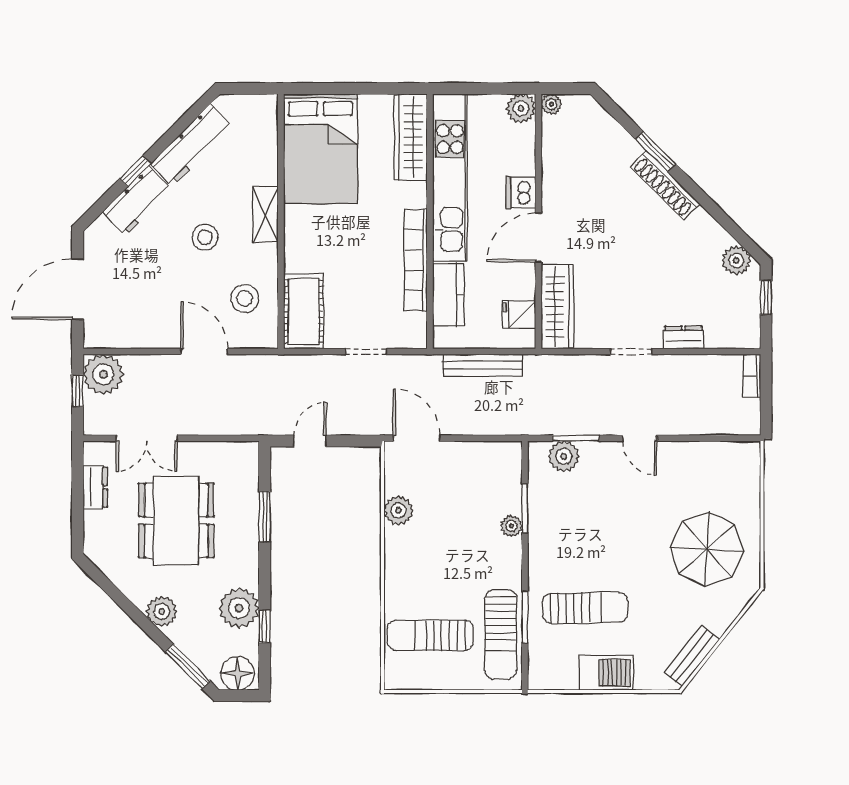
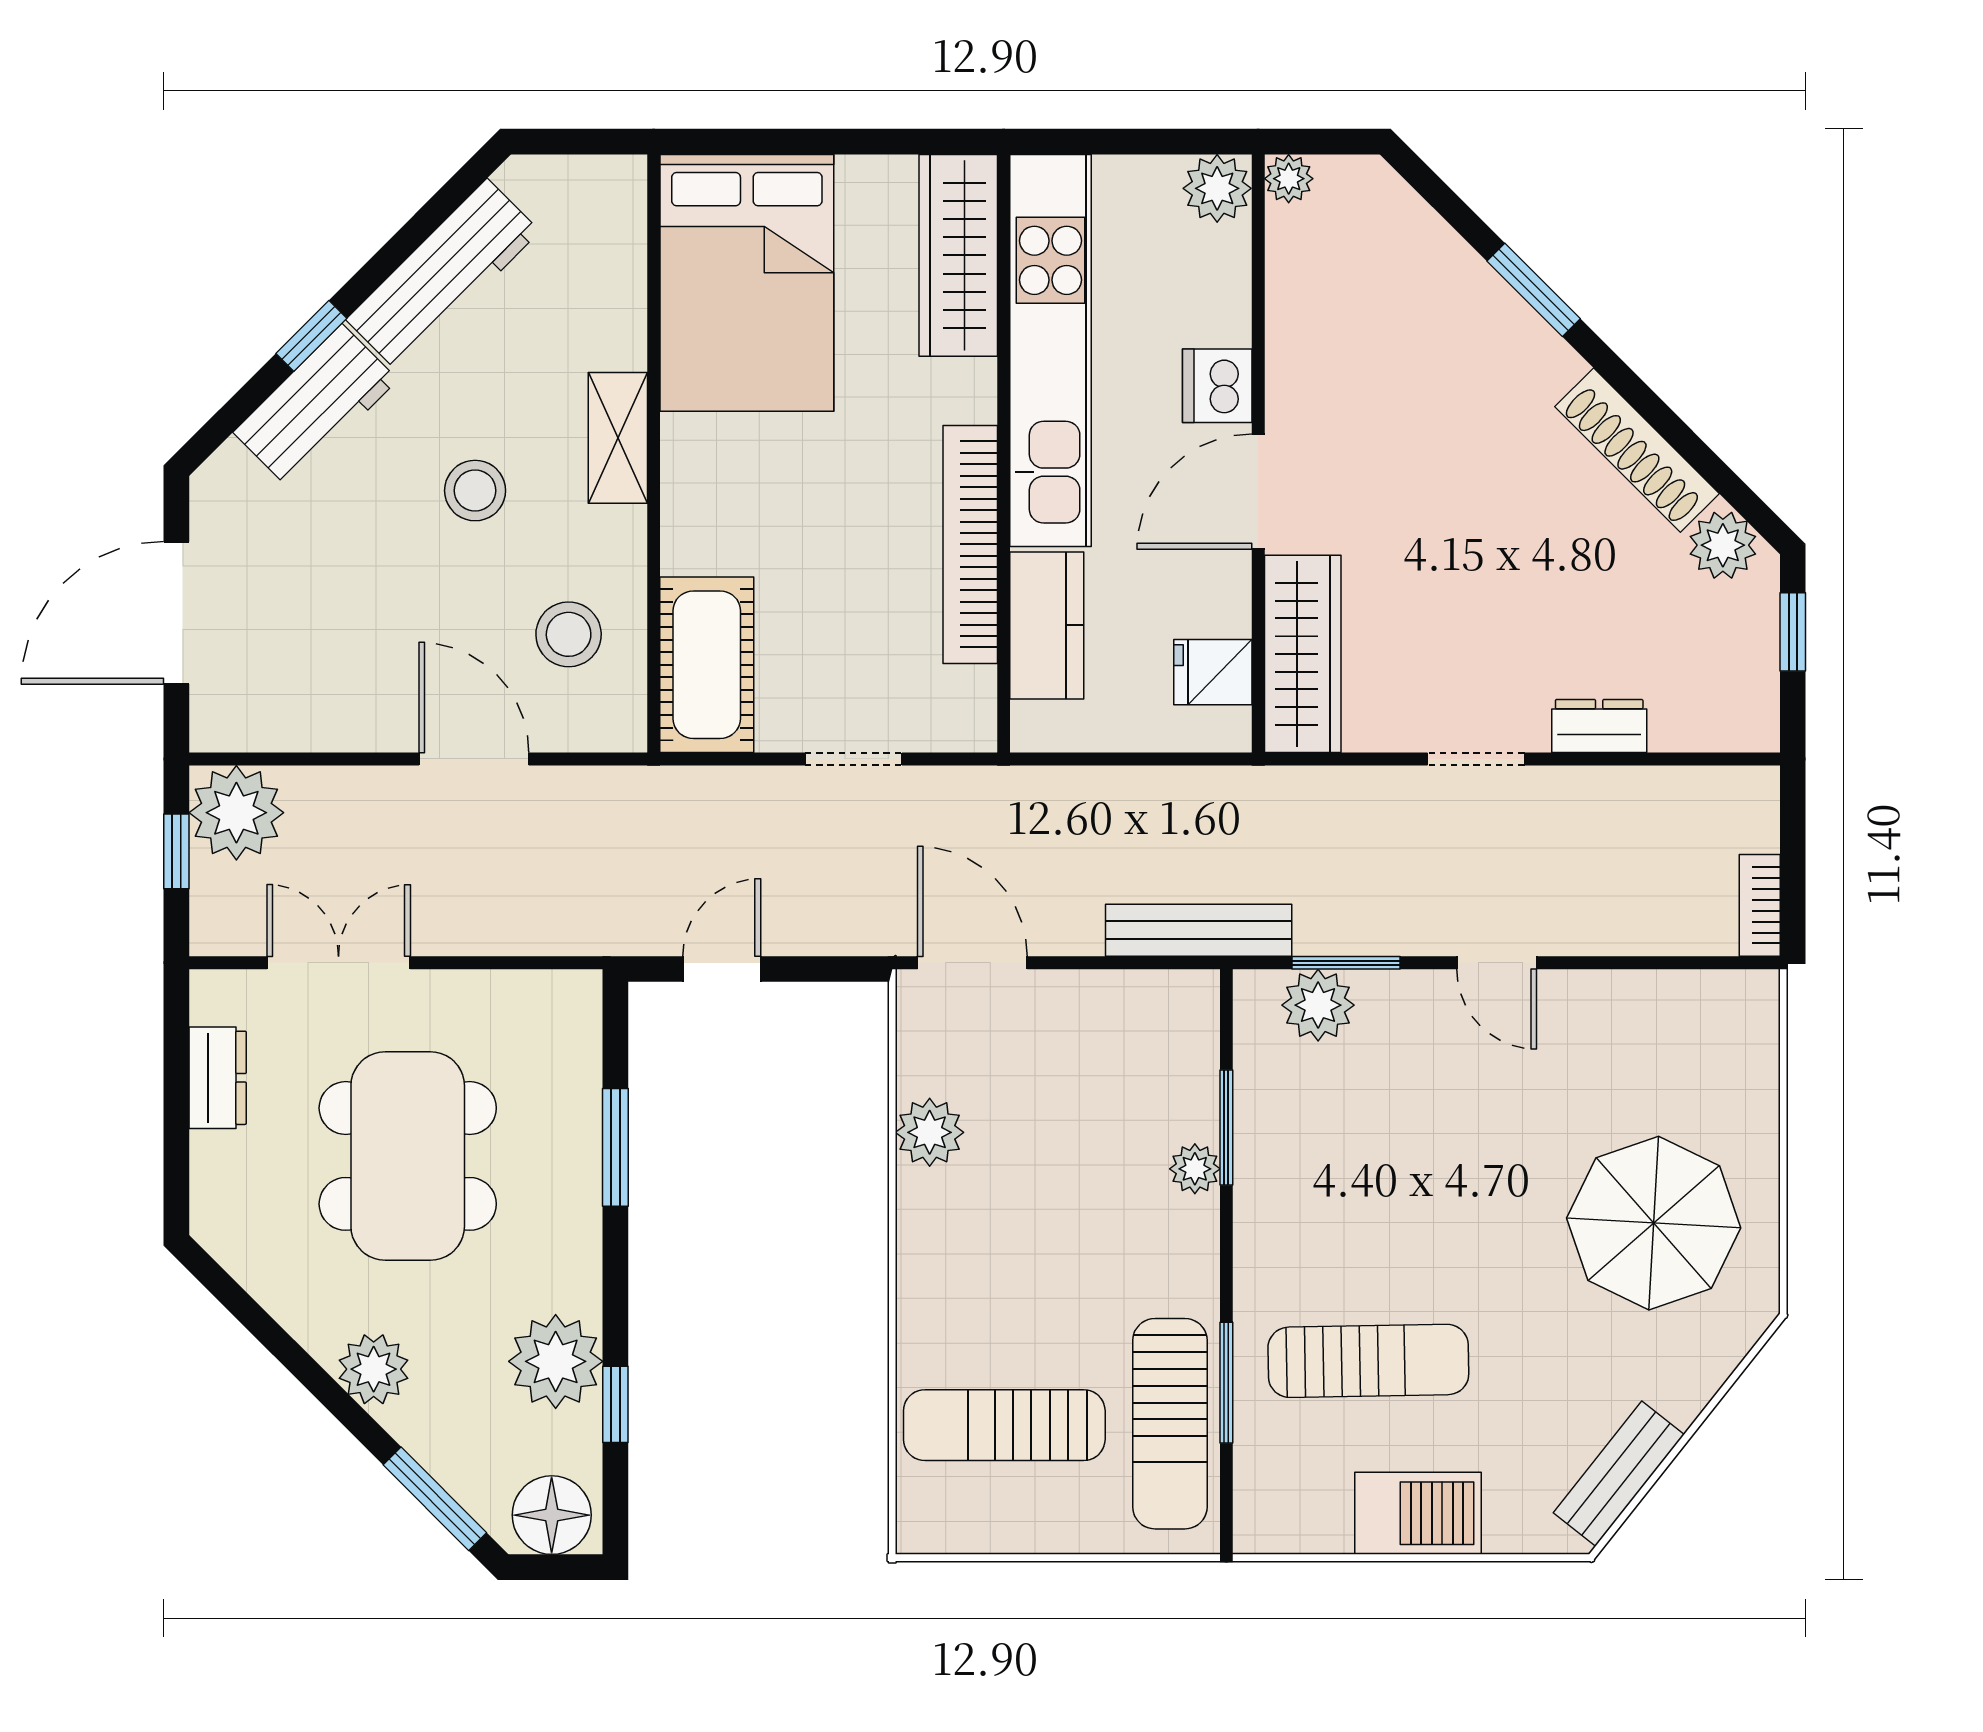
shoe rack: (665, 185) -> (1637, 450), moved
bench: (483, 365) -> (1199, 930), moved
bookcase: (752, 376) -> (1760, 905), moved
double door: (147, 438) -> (339, 963), swing flipped

